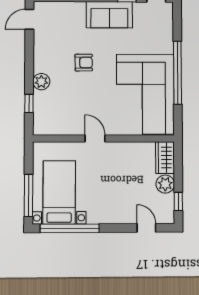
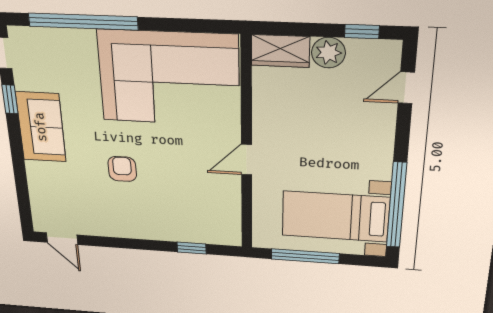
window: (178, 73) -> (83, 22), moved
plant: (41, 82) -> (157, 229), removed
window: (28, 195) -> (305, 256), moved

